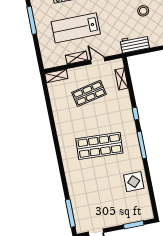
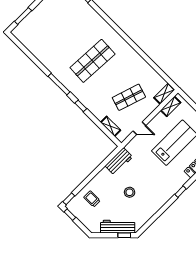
shelving: (77, 58) -> (171, 106), moved
shop shelf: (89, 93) -> (129, 97), turned 30
display table: (134, 182) -> (46, 51), removed

